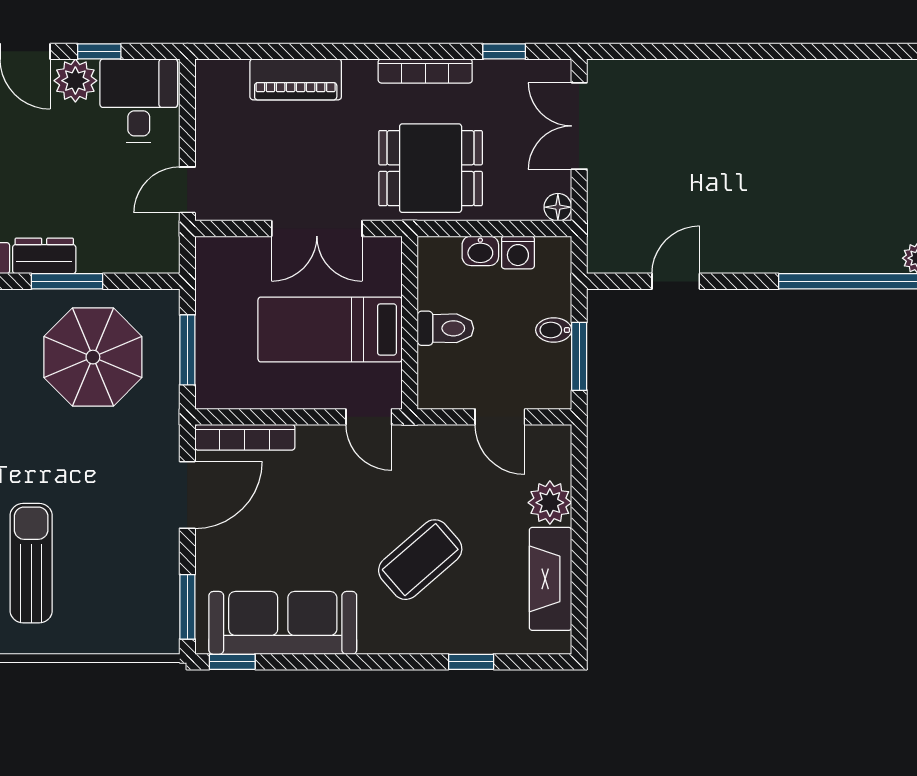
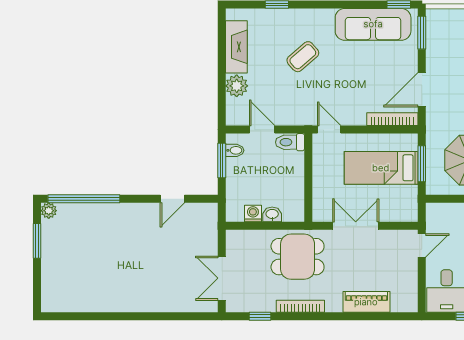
double door: (579, 126) -> (222, 278), swing flipped
floor lamp: (558, 207) -> (233, 237), removed
toilet: (445, 328) -> (290, 142), moved
bed: (330, 329) -> (381, 168), moved, turned 180
bidet: (554, 330) -> (235, 150), moved
coffee table: (420, 560) -> (303, 57), width x0.73, depth x0.77

